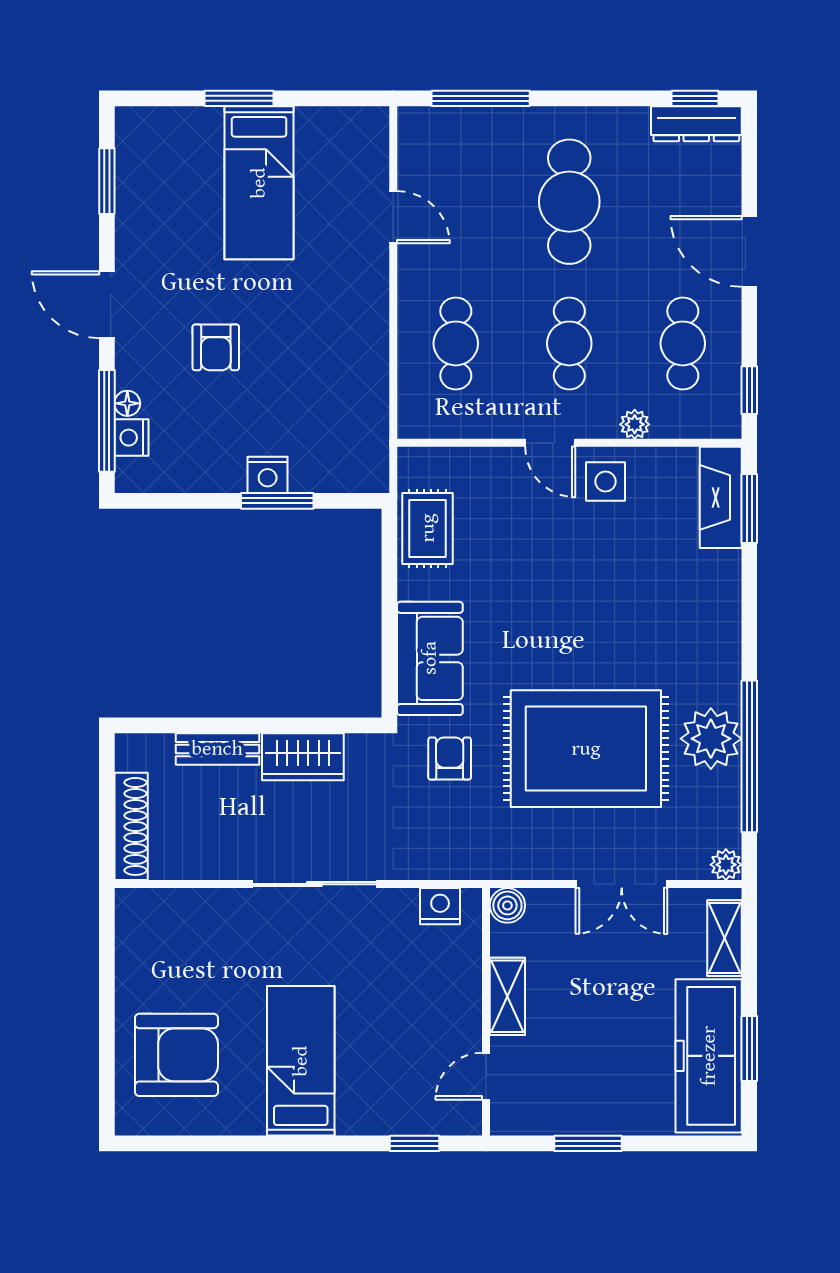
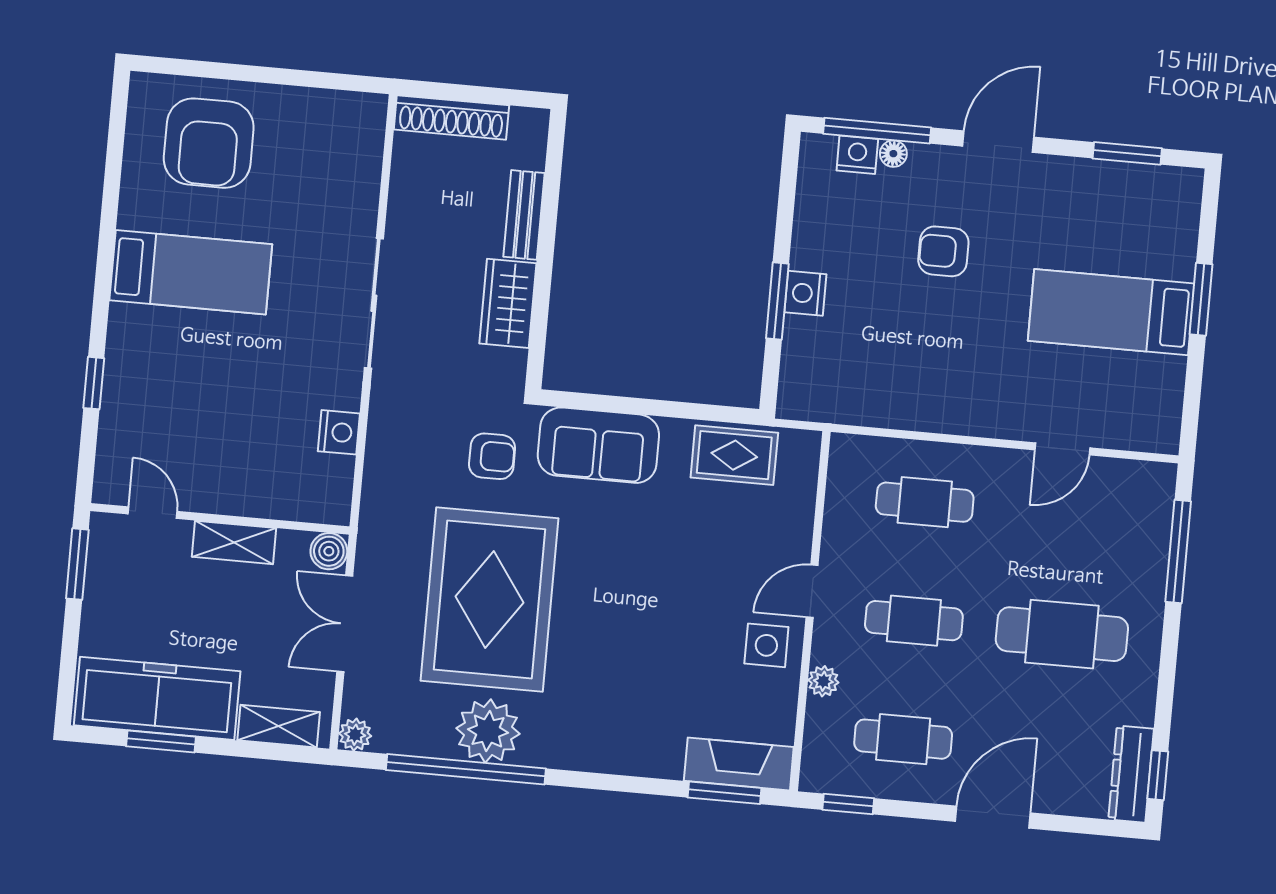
boiler: (507, 905) -> (329, 551), moved
shelving: (507, 996) -> (234, 542), moved
wall: (486, 1012) -> (220, 519), moved
door: (486, 1076) -> (153, 513), moved

